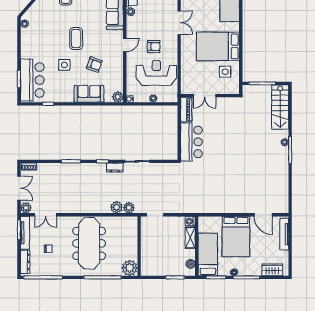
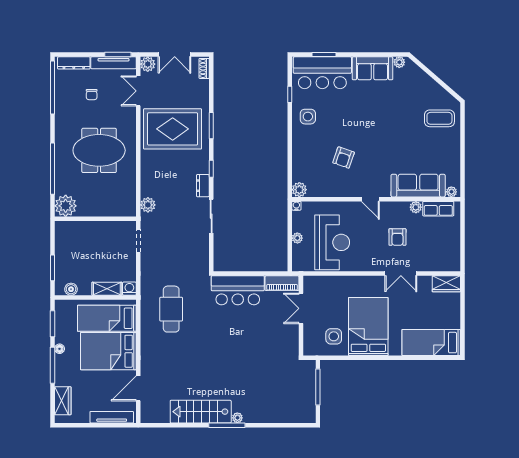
coffee table: (76, 39) -> (379, 133), removed
armchair: (154, 47) -> (397, 237), moved
side table: (64, 65) -> (308, 117), moved
sofa: (89, 94) -> (373, 68), moved, turned 90
stairs: (280, 107) -> (201, 412), moved
rug: (73, 190) -> (173, 129), added
cafe table: (205, 191) -> (171, 309), added
plant: (117, 207) -> (149, 188), removed
meeting table: (89, 243) -> (99, 150), width x0.73
bed: (208, 254) -> (107, 318), moved, turned 180

